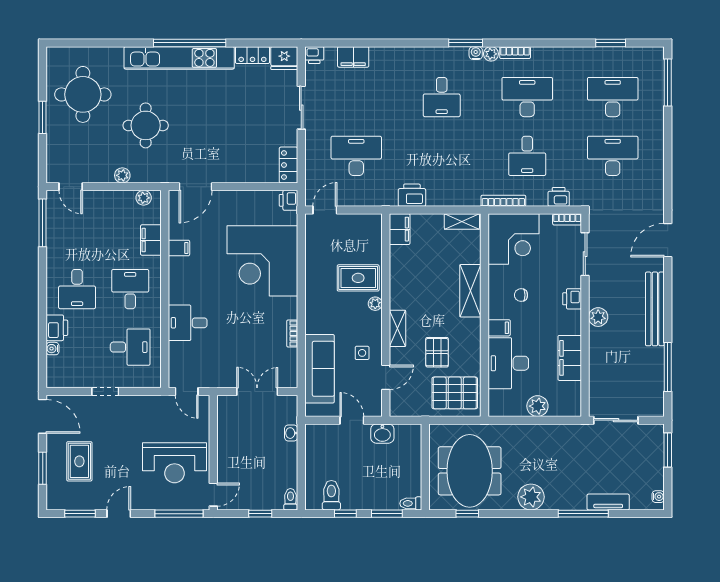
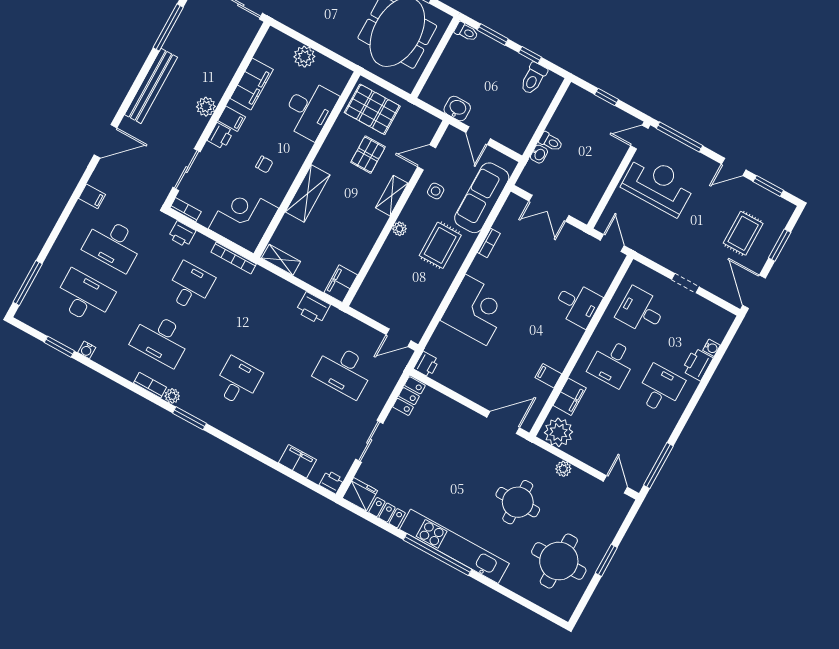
water cooler: (476, 53) -> (87, 350), moved
desk: (613, 97) -> (84, 297), turned 180
filing cabinet: (653, 187) -> (92, 196), added
plant: (144, 198) -> (559, 432), width x1.88, depth x1.88
corner desk: (262, 261) -> (476, 310), width x0.74, depth x0.74
rug: (358, 278) -> (440, 245), moved, turned 90
filing cabinet: (499, 328) -> (232, 119), moved, turned 180
toilet: (290, 499) -> (551, 142), moved, turned -90

